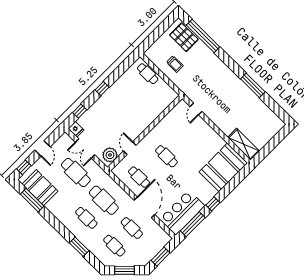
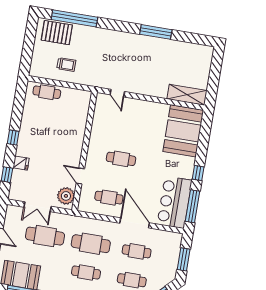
fridge: (76, 129) -> (21, 163), moved

